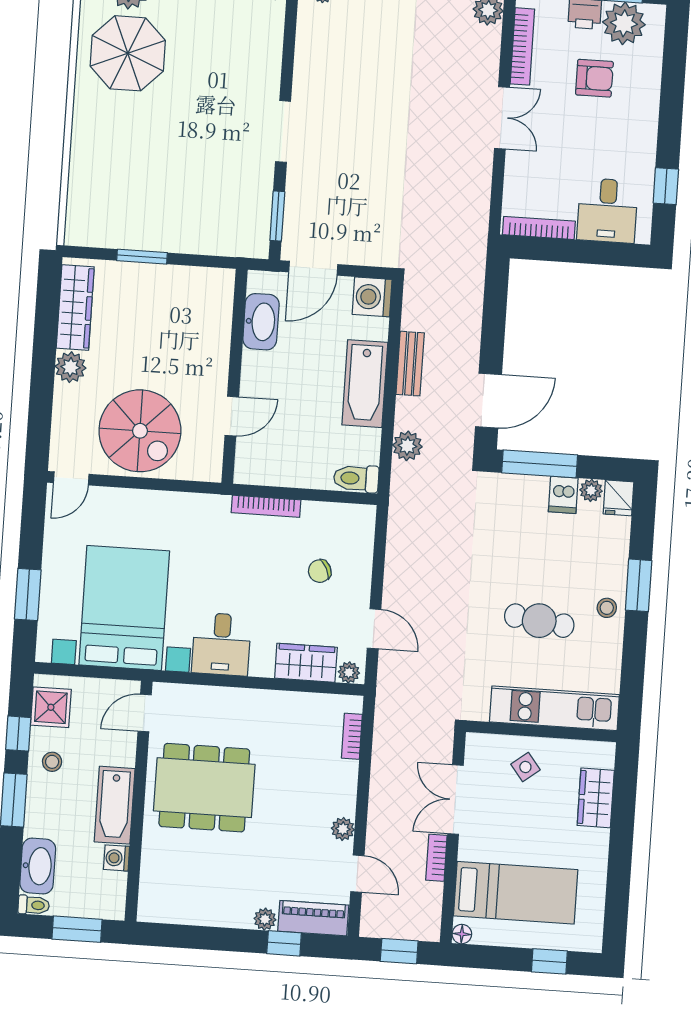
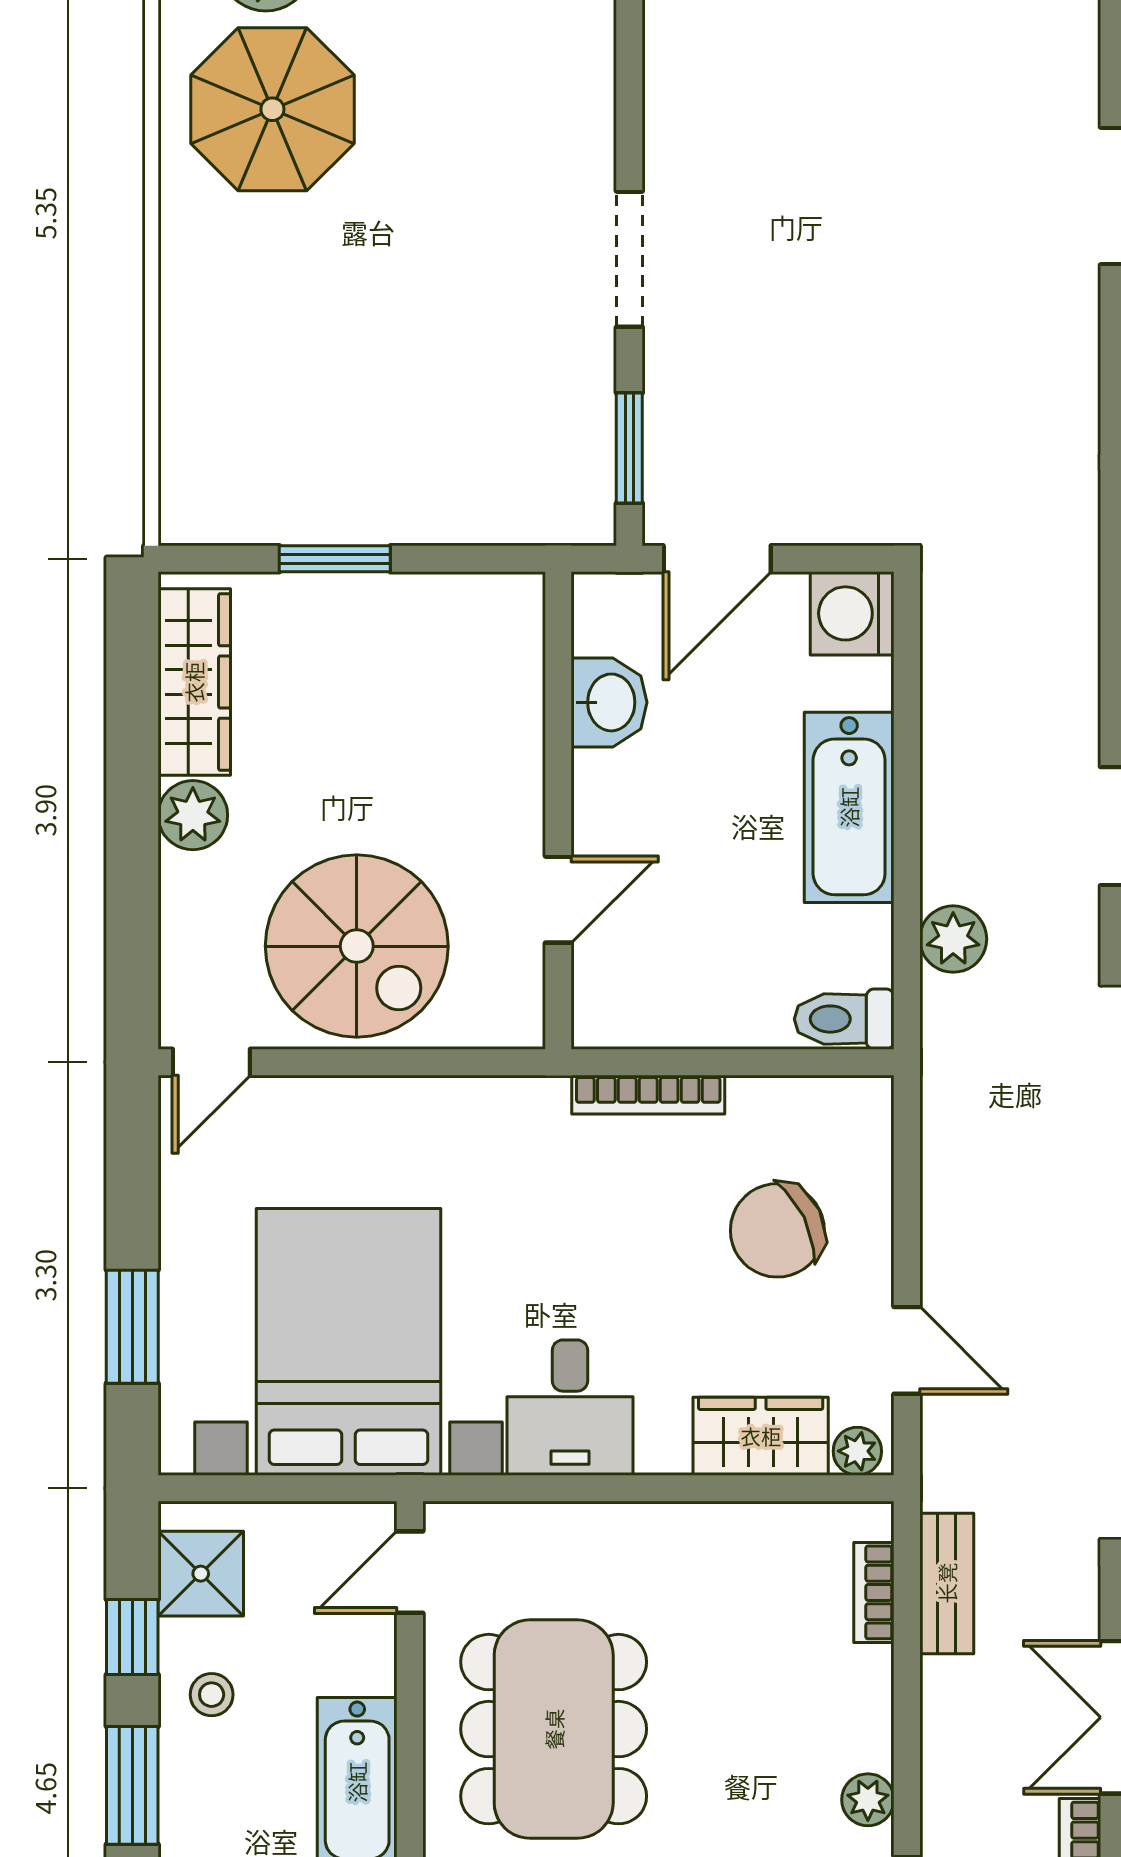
washbasin: (261, 322) -> (609, 702), width x0.72
bench: (410, 364) -> (947, 1583), moved
chair: (320, 571) -> (777, 1230), width x1.87, depth x1.87
dining table: (204, 788) -> (554, 1729), turned 90

